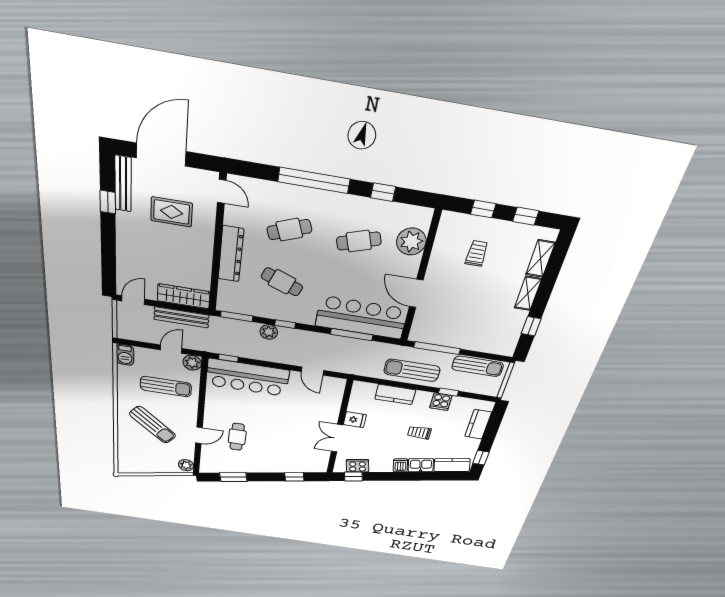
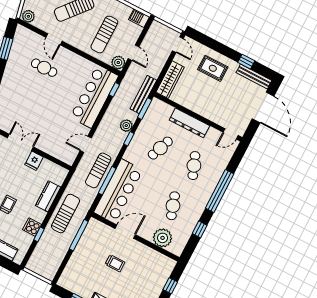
rug: (172, 212) -> (213, 68), moved, turned 90
trolley: (477, 253) -> (115, 263), moved
bench: (181, 317) -> (143, 94), moved
sun lounger: (478, 366) -> (98, 170), moved

